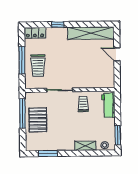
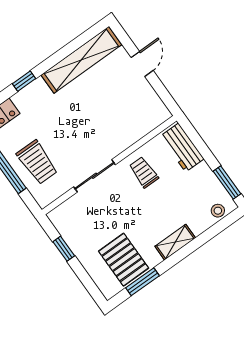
door: (117, 54) -> (142, 64), swing flipped
window: (22, 113) -> (64, 249), width x0.46
pallet: (38, 120) -> (124, 260), moved
shelving: (85, 146) -> (175, 242), moved

